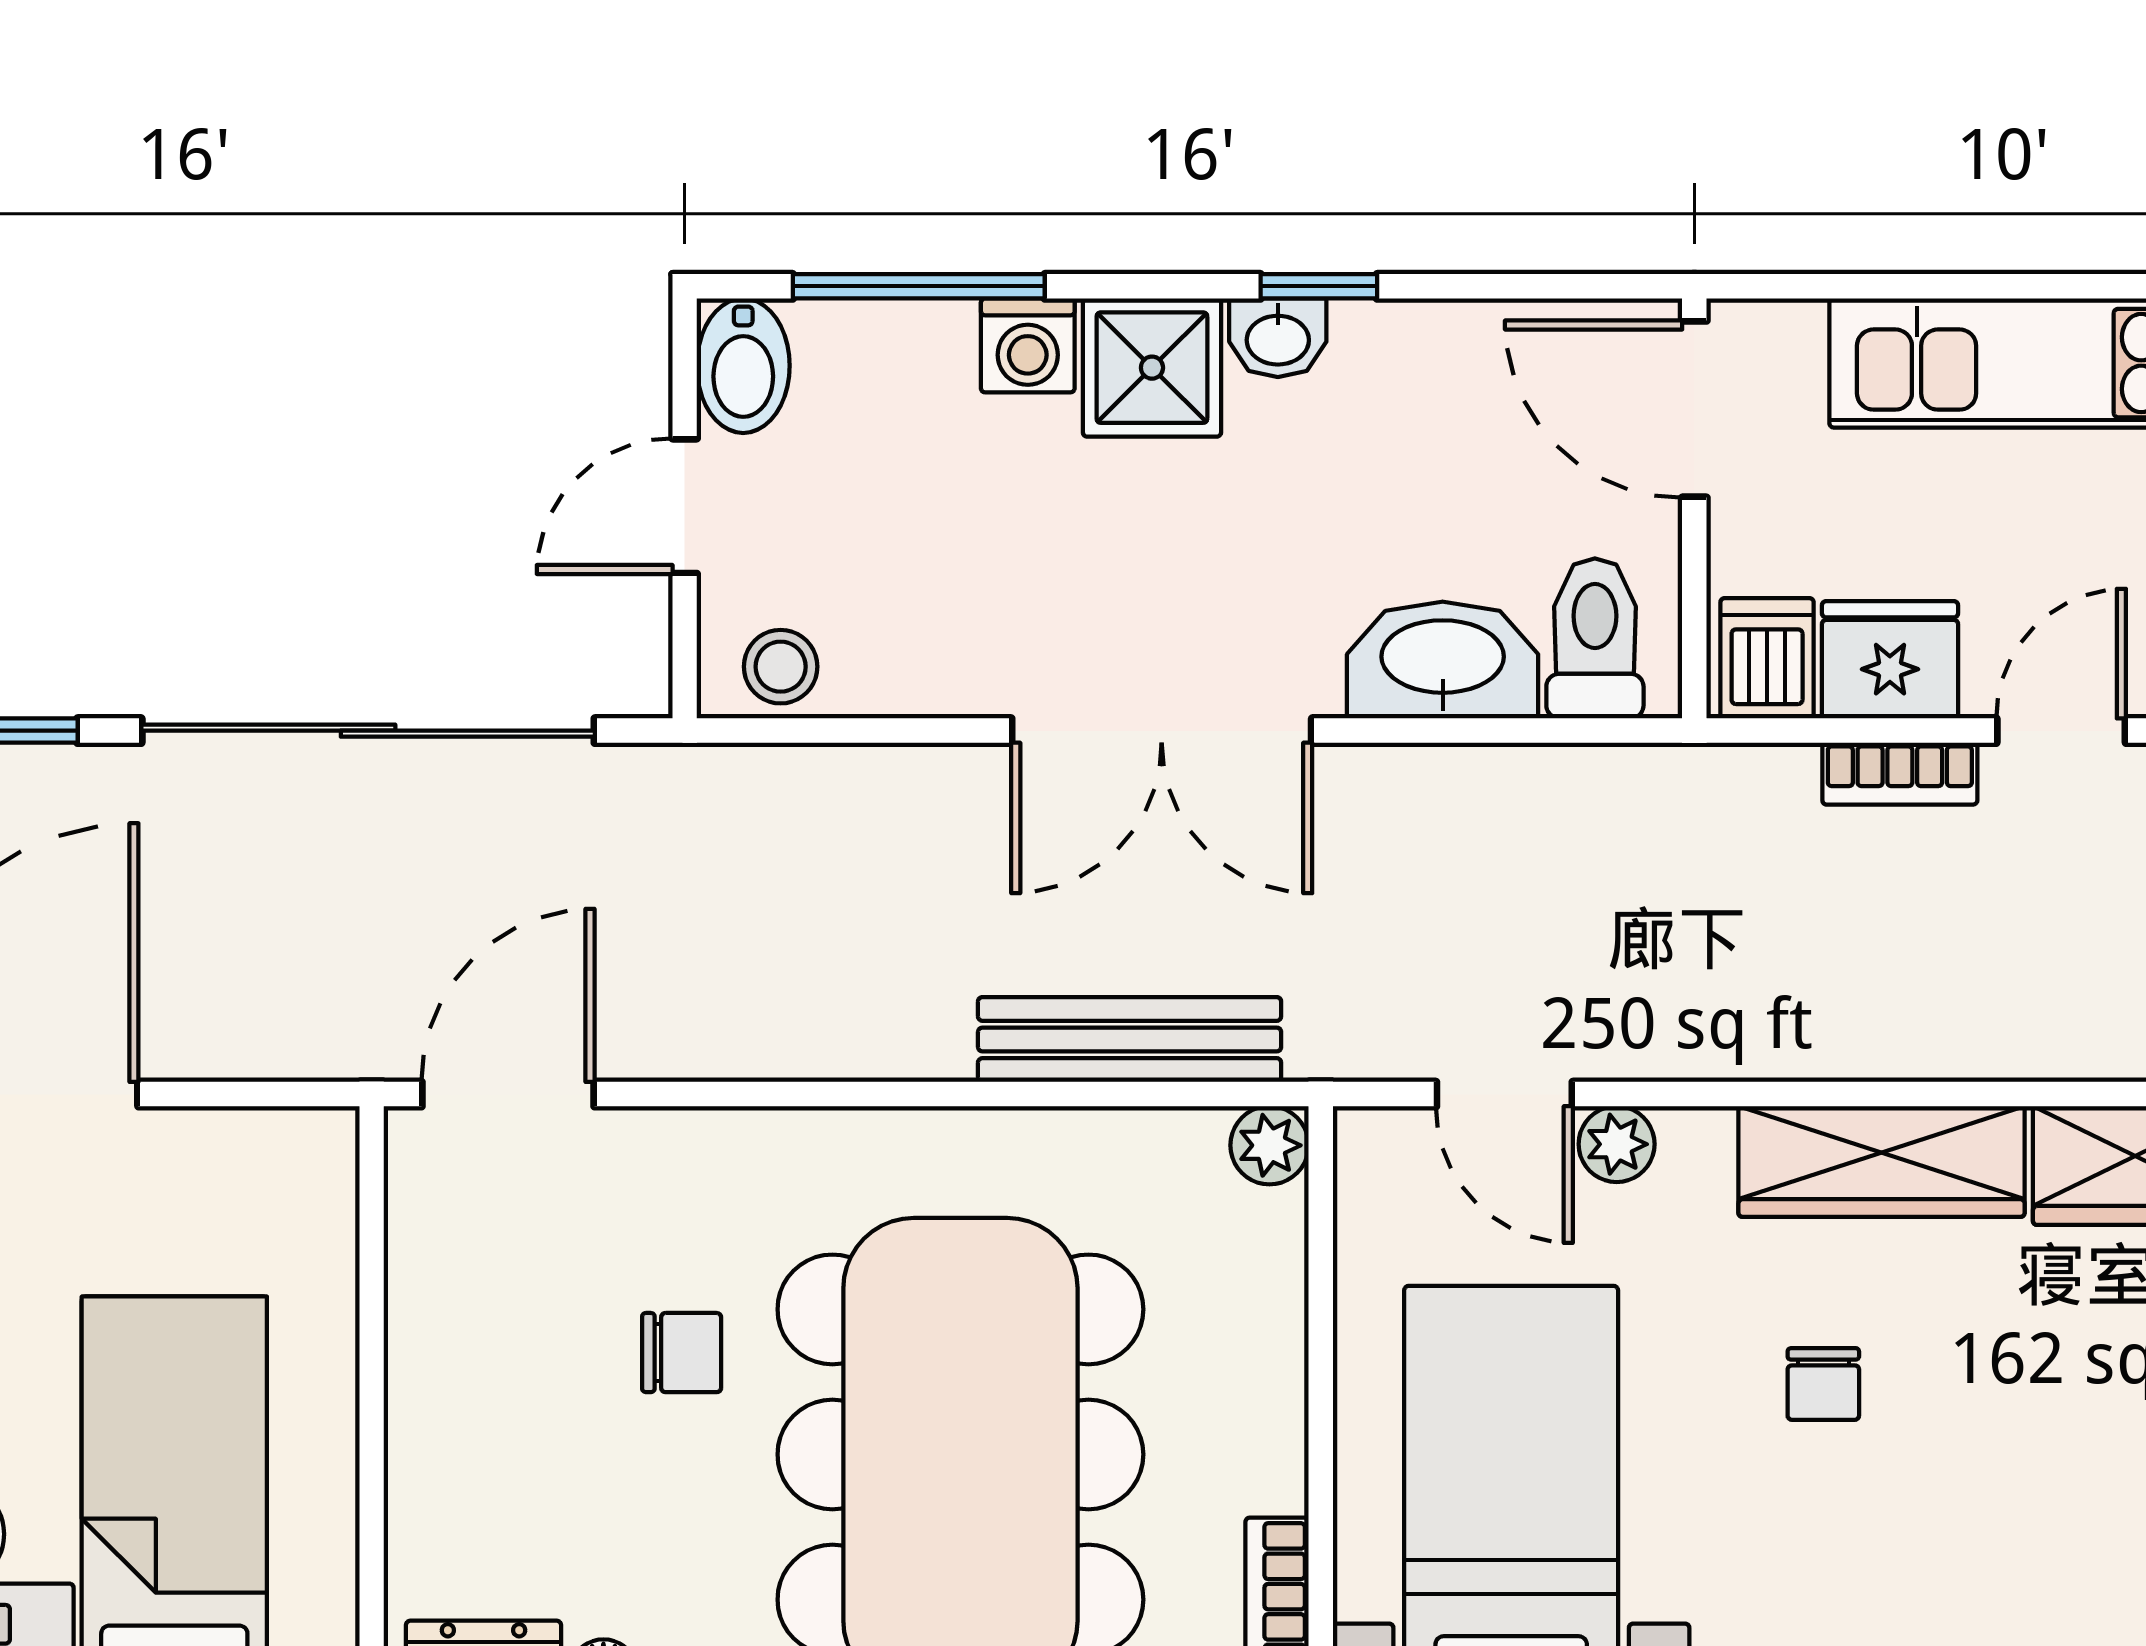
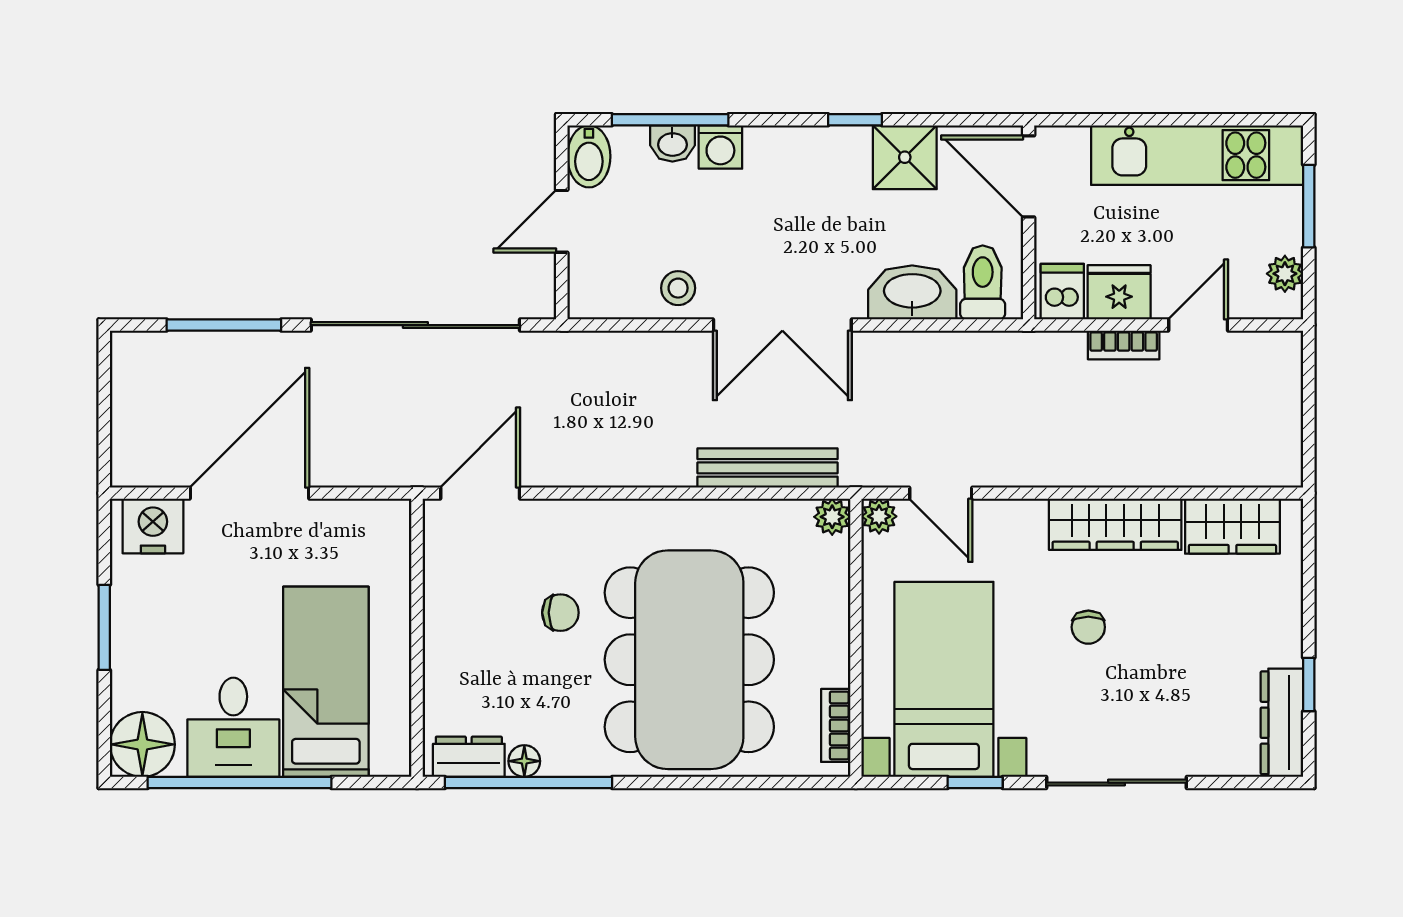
washbasin: (1278, 338) -> (672, 143), moved
shower: (1152, 368) -> (905, 157), moved
stool: (781, 667) -> (678, 288), moved
plant: (1617, 1144) -> (879, 516), moved

